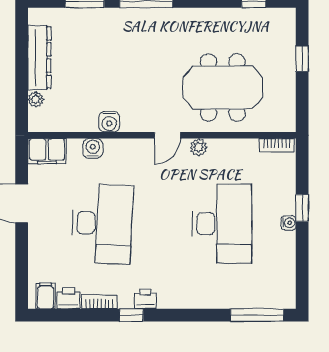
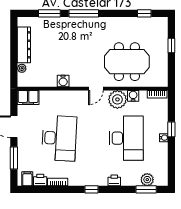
plant: (198, 147) -> (117, 99), width x1.87, depth x1.87
water cooler: (93, 148) -> (133, 96), moved
window: (22, 259) -> (14, 158), added
plant: (259, 297) -> (147, 180), added
printer: (145, 299) -> (114, 180), moved
window: (131, 315) -> (91, 189), moved
window: (257, 315) -> (146, 189), width x0.69

